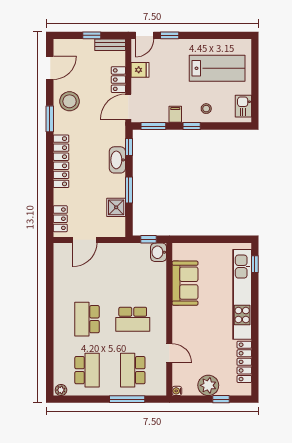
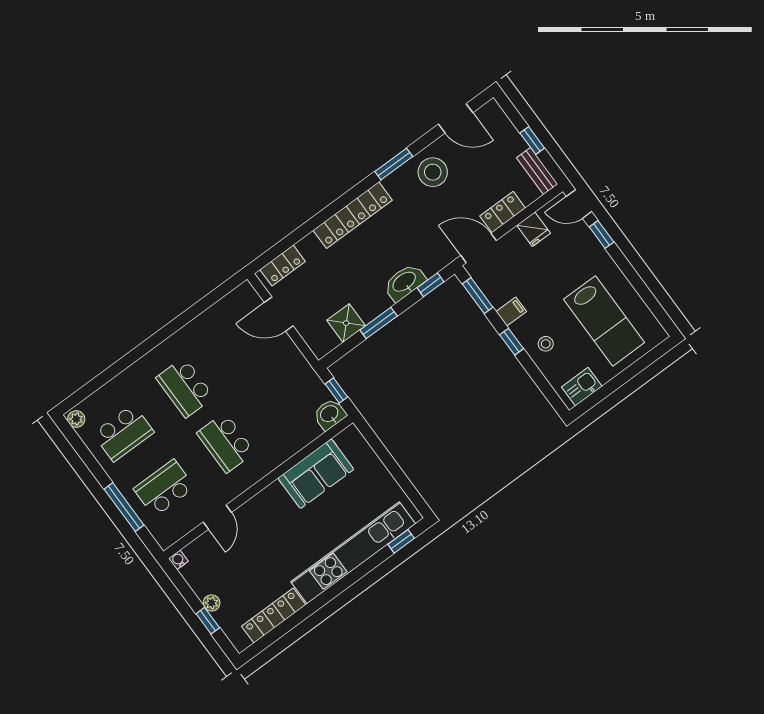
school desk: (87, 319) -> (185, 387), turned -90
plant: (208, 385) -> (212, 603), width x0.53, depth x0.53

